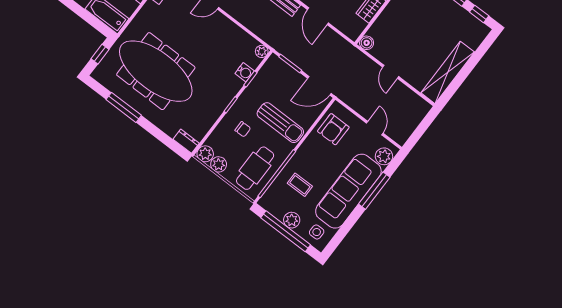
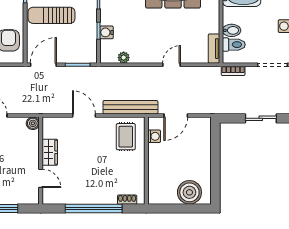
plant: (262, 51) -> (124, 58), moved

